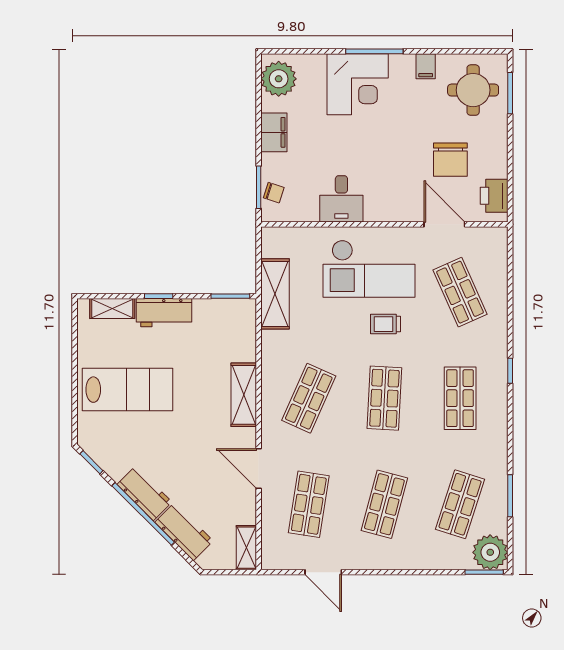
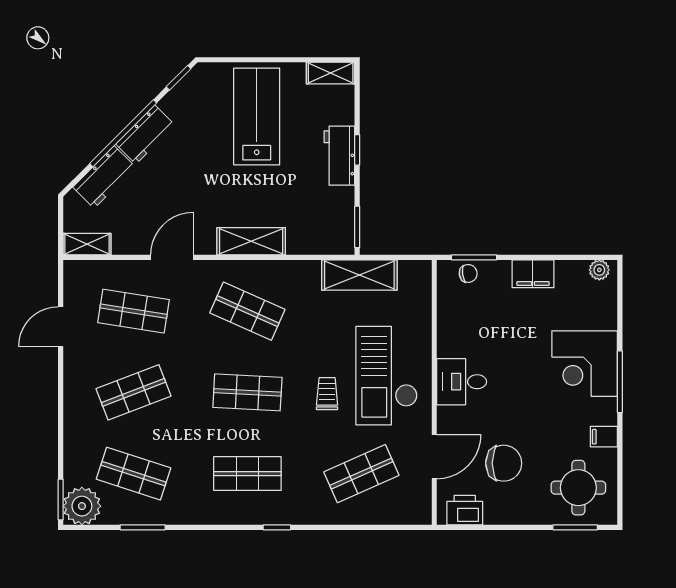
plant: (279, 79) -> (599, 270), width x0.53, depth x0.53
chair: (450, 160) -> (504, 463), turned 180
chair: (274, 193) -> (468, 273), turned -116
desk: (341, 199) -> (462, 382), moved
shelving: (112, 308) -> (331, 73), moved, turned 90
lab bench: (128, 390) -> (257, 116), turned 180
shop shelf: (384, 504) -> (134, 392), turned -36

